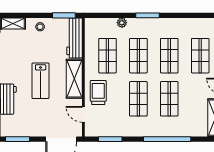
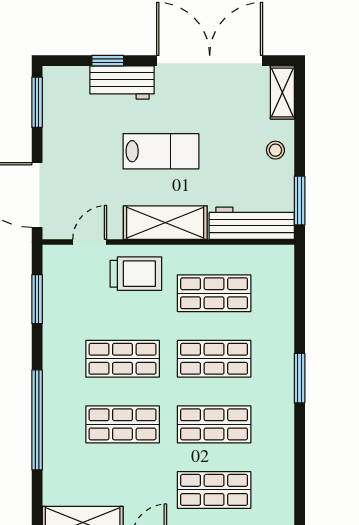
plant: (122, 23) -> (284, 324), removed
lab bench: (41, 81) -> (161, 151), turned 180

